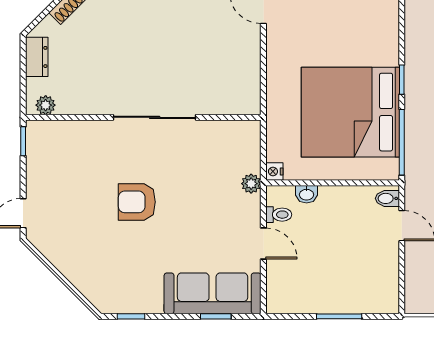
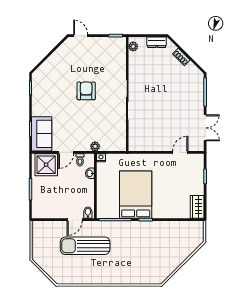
bed: (350, 112) -> (136, 195), width x0.73
shower: (289, 284) -> (46, 165), added
sofa: (213, 293) -> (42, 134), width x0.73

